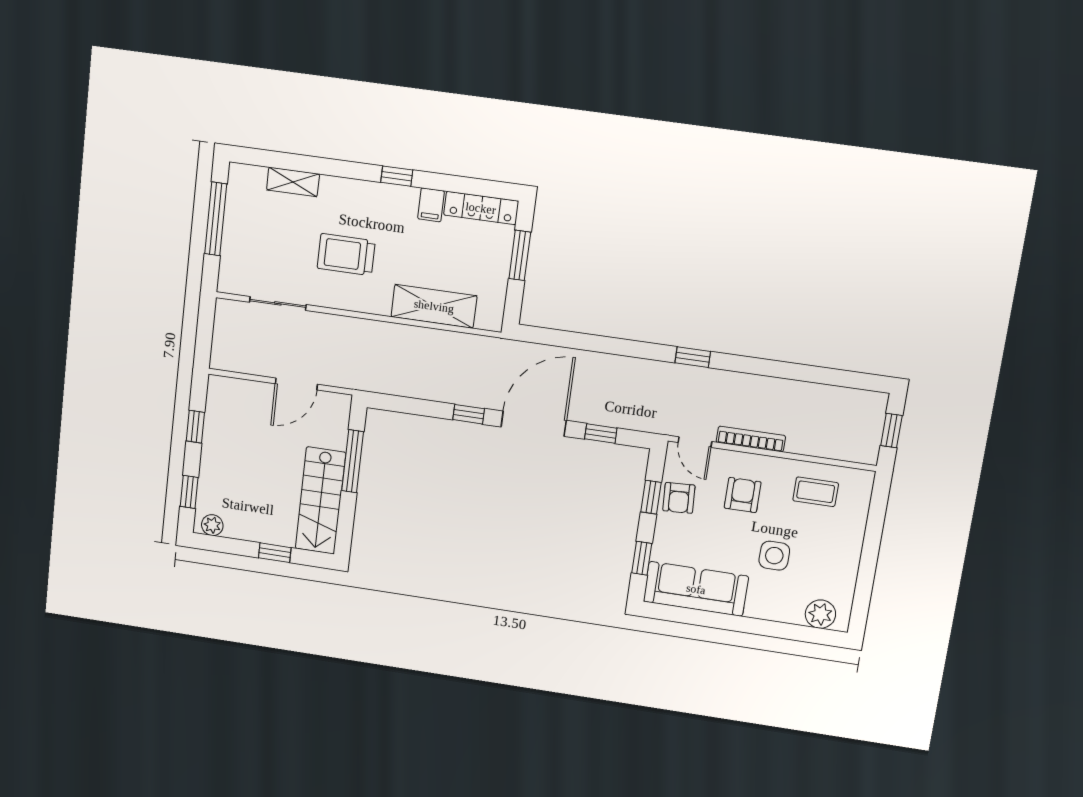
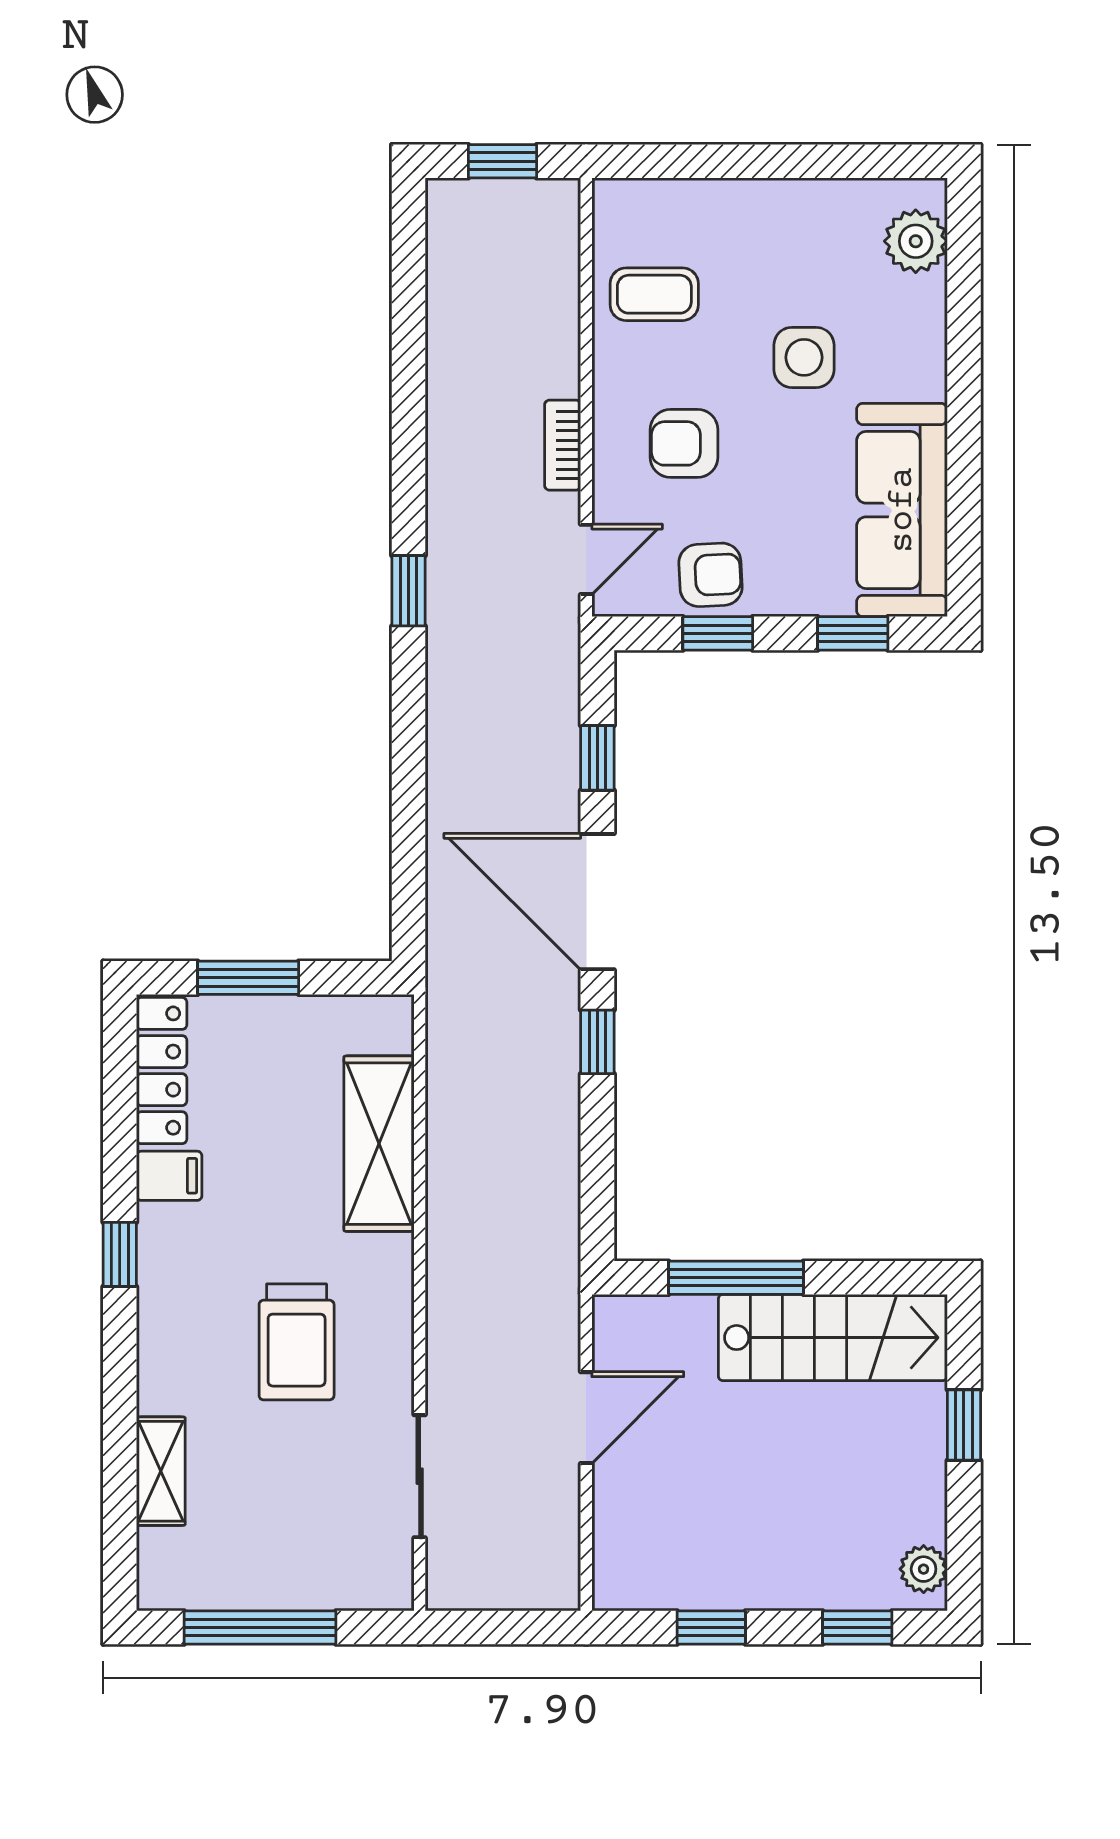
door: (296, 384) -> (586, 1418), hinge flipped
bookcase: (751, 439) -> (563, 445), width x0.64
coffee table: (816, 492) -> (654, 294), turned 90

